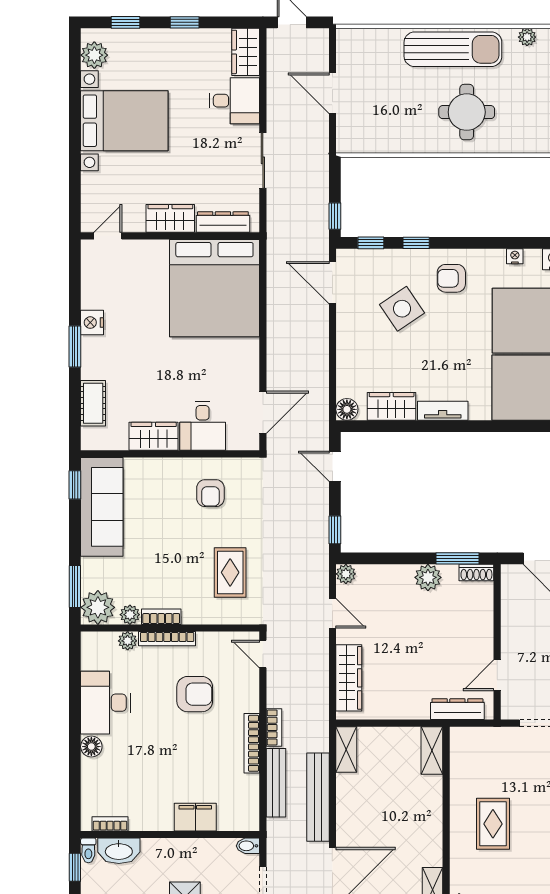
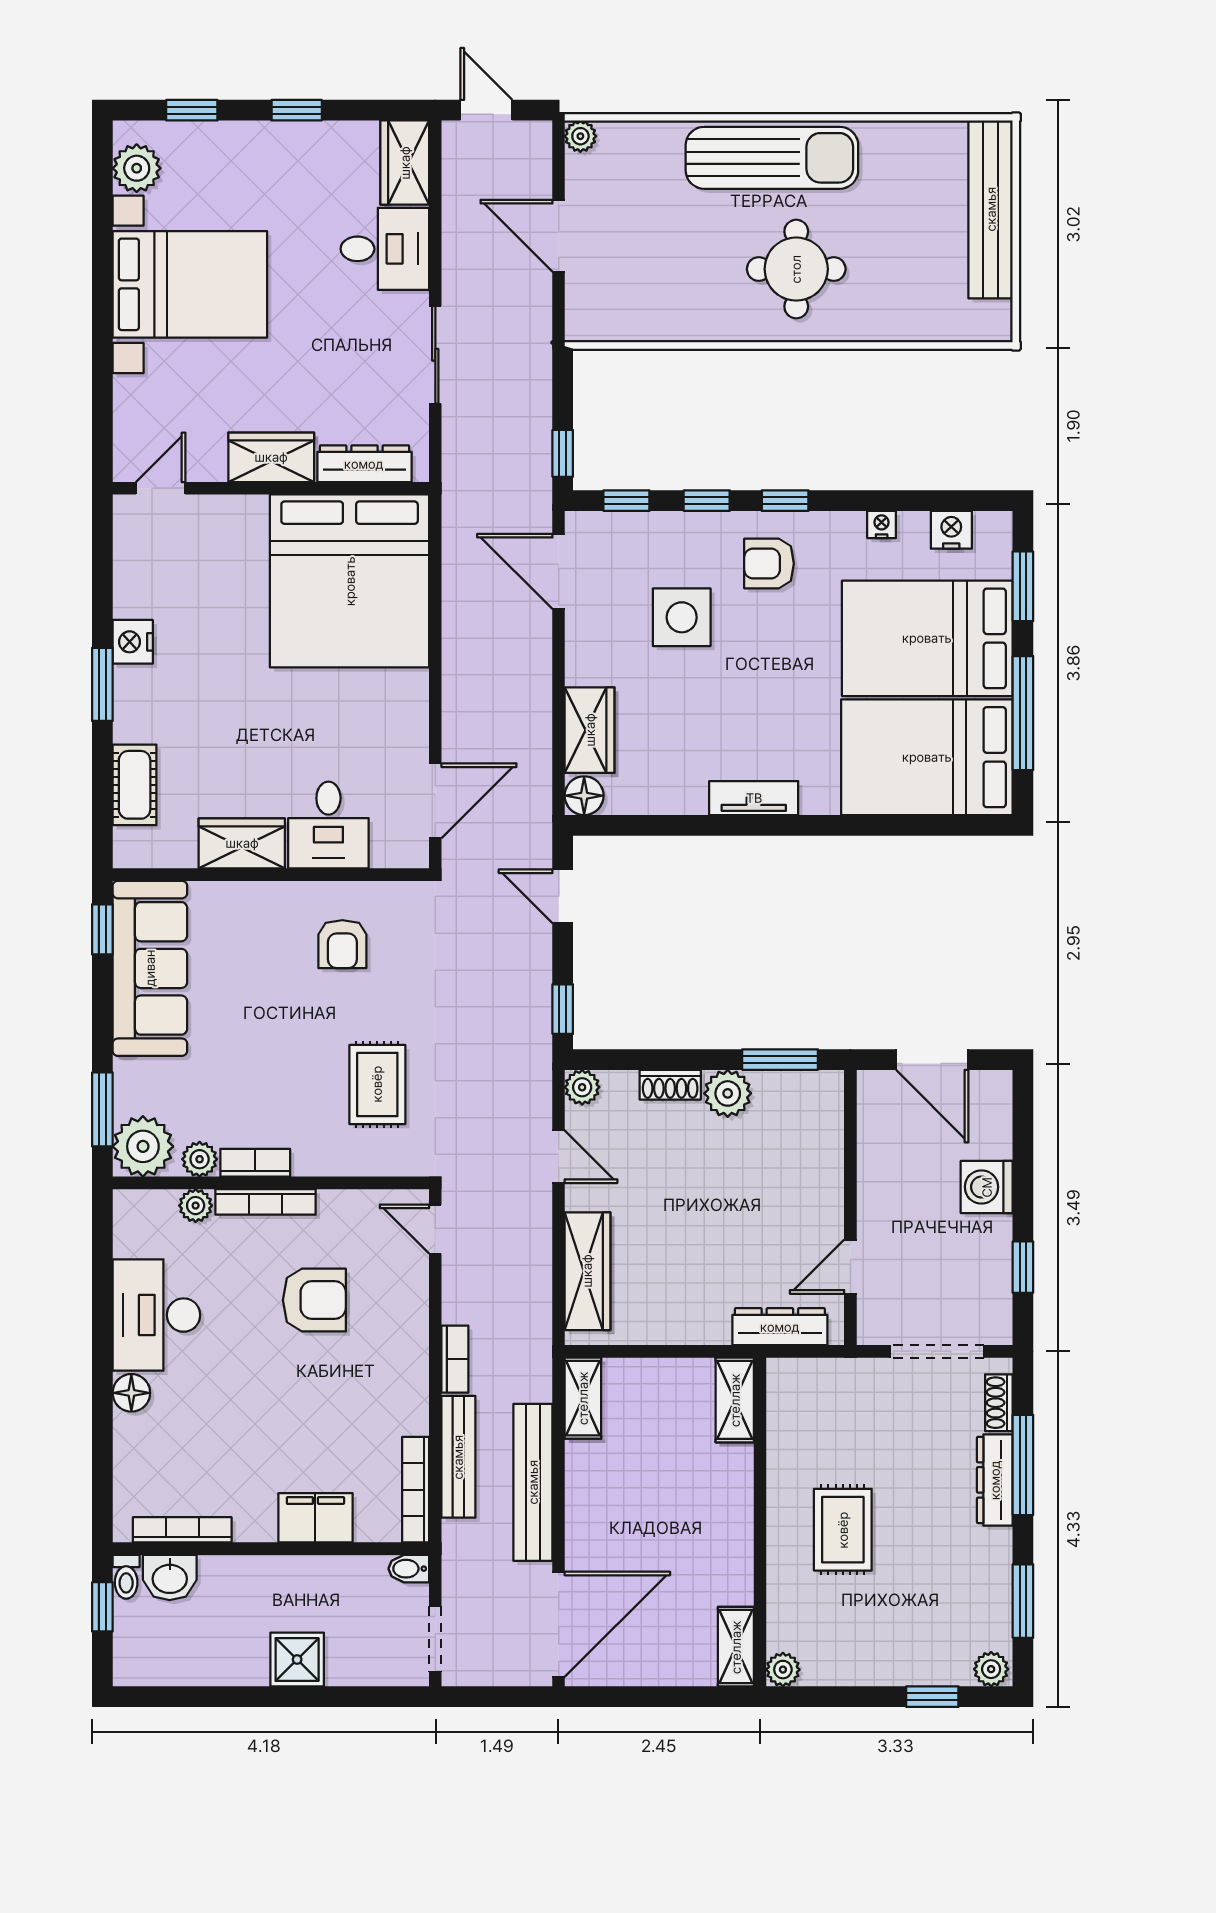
plant: (527, 37) -> (580, 136), moved
window: (460, 243) -> (785, 501), added
side table: (402, 309) -> (682, 617), turned 34
wardrobe: (392, 406) -> (590, 730), moved, turned 90
shoe rack: (476, 573) -> (670, 1085), moved
bookcase: (252, 743) -> (416, 1490), moved
bookcase: (110, 824) -> (182, 1530), width x1.56
washbasin: (119, 851) -> (170, 1578), width x0.72

